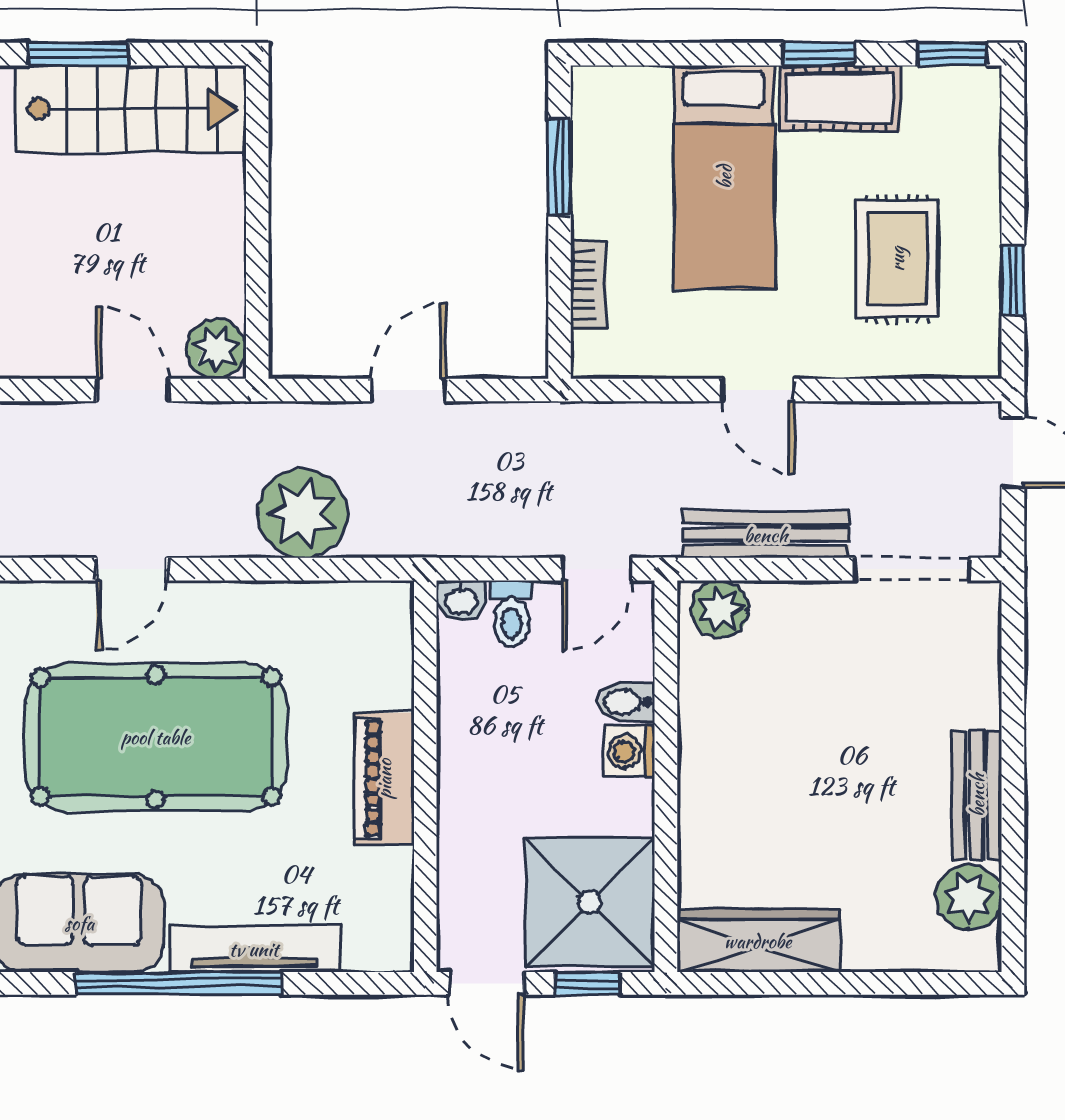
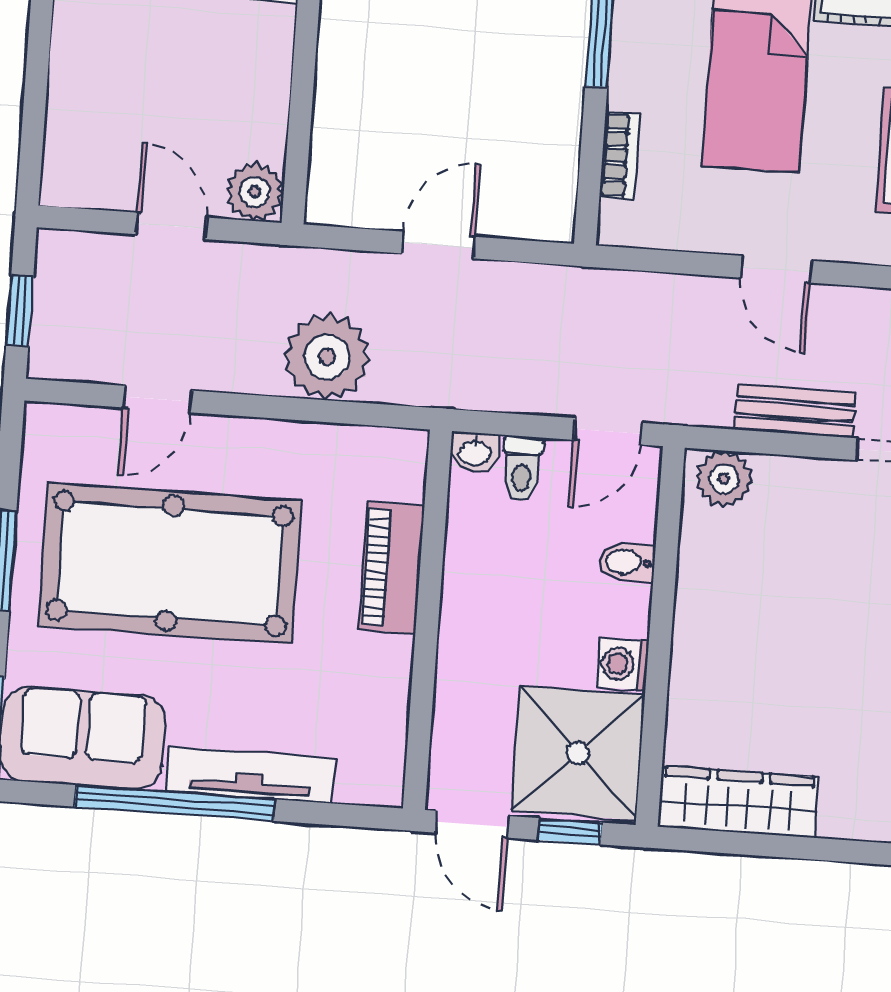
bench: (766, 535) -> (795, 411), width x0.73
washing machine: (629, 751) -> (623, 664), moved
piano: (384, 779) -> (392, 568), moved

